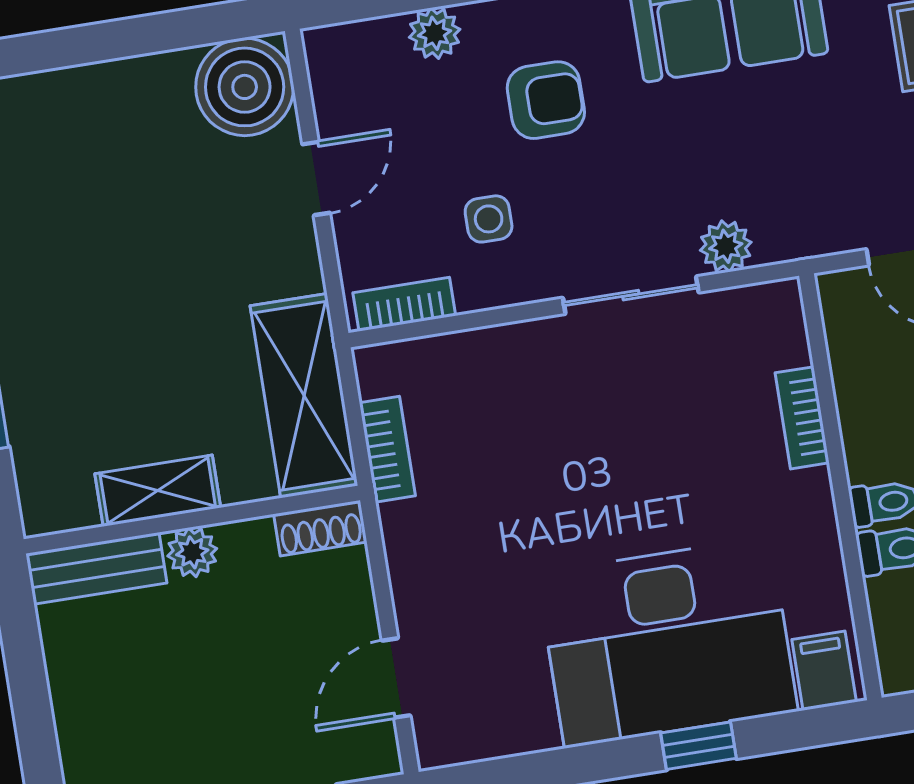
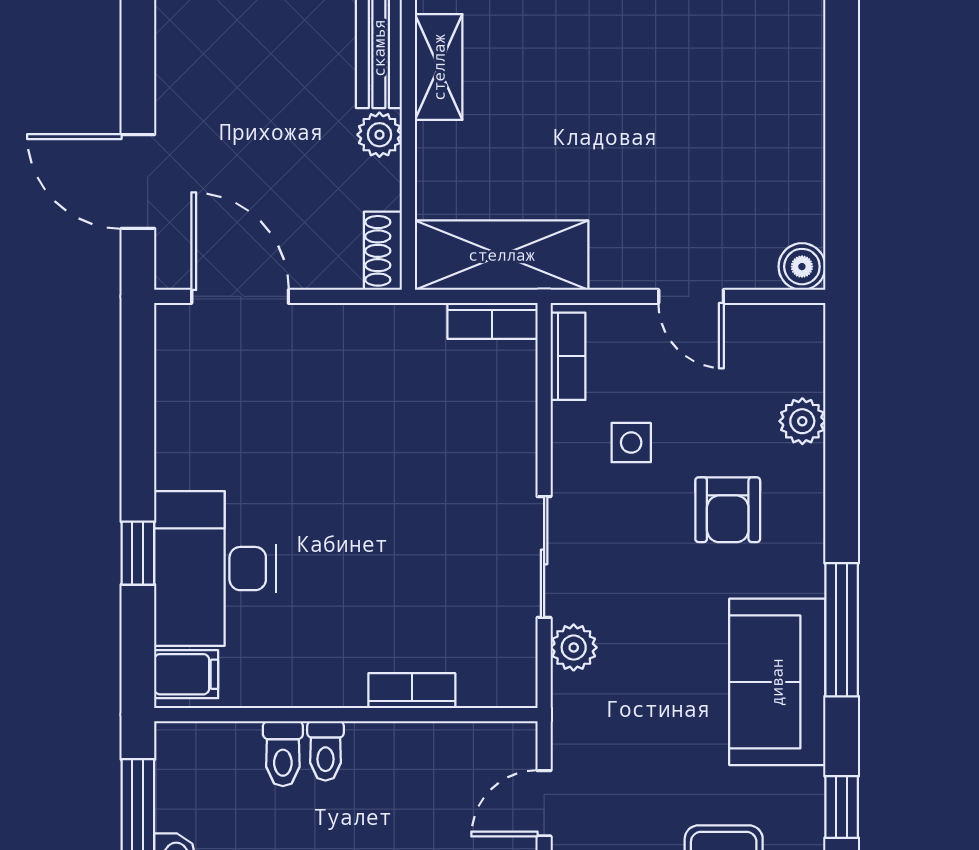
boiler: (245, 87) -> (802, 267), width x0.54, depth x0.54
bookcase: (387, 449) -> (492, 321), moved
shelving: (158, 491) -> (439, 67), moved
desk: (668, 642) -> (215, 569), width x0.73, depth x0.77
door: (396, 678) -> (240, 296), width x1.38

